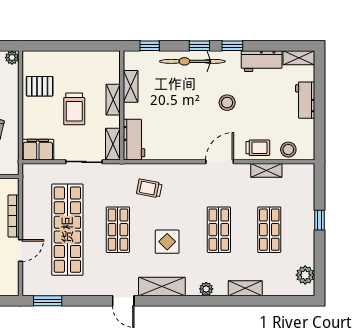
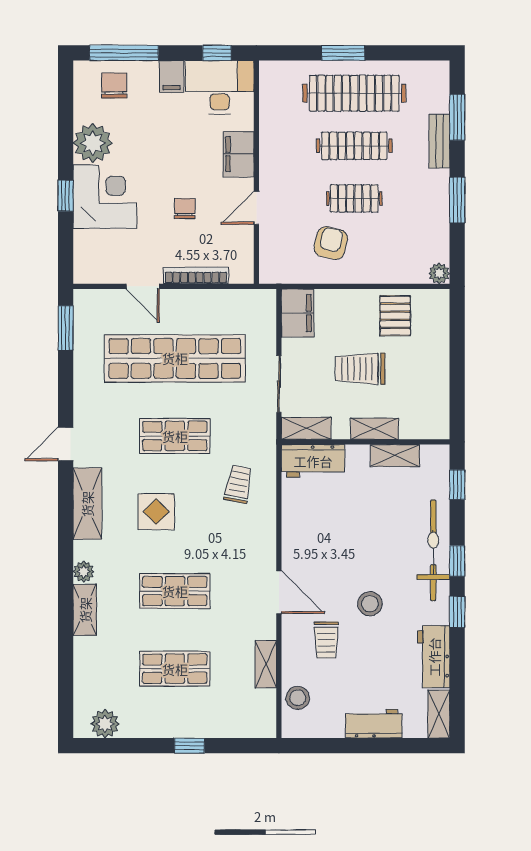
trolley: (258, 148) -> (326, 640), moved
shelving: (245, 288) -> (85, 610), moved

